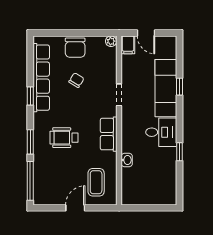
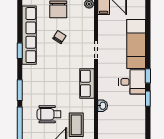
window: (180, 87) -> (148, 76), moved
wheelchair: (64, 138) -> (49, 114), moved

